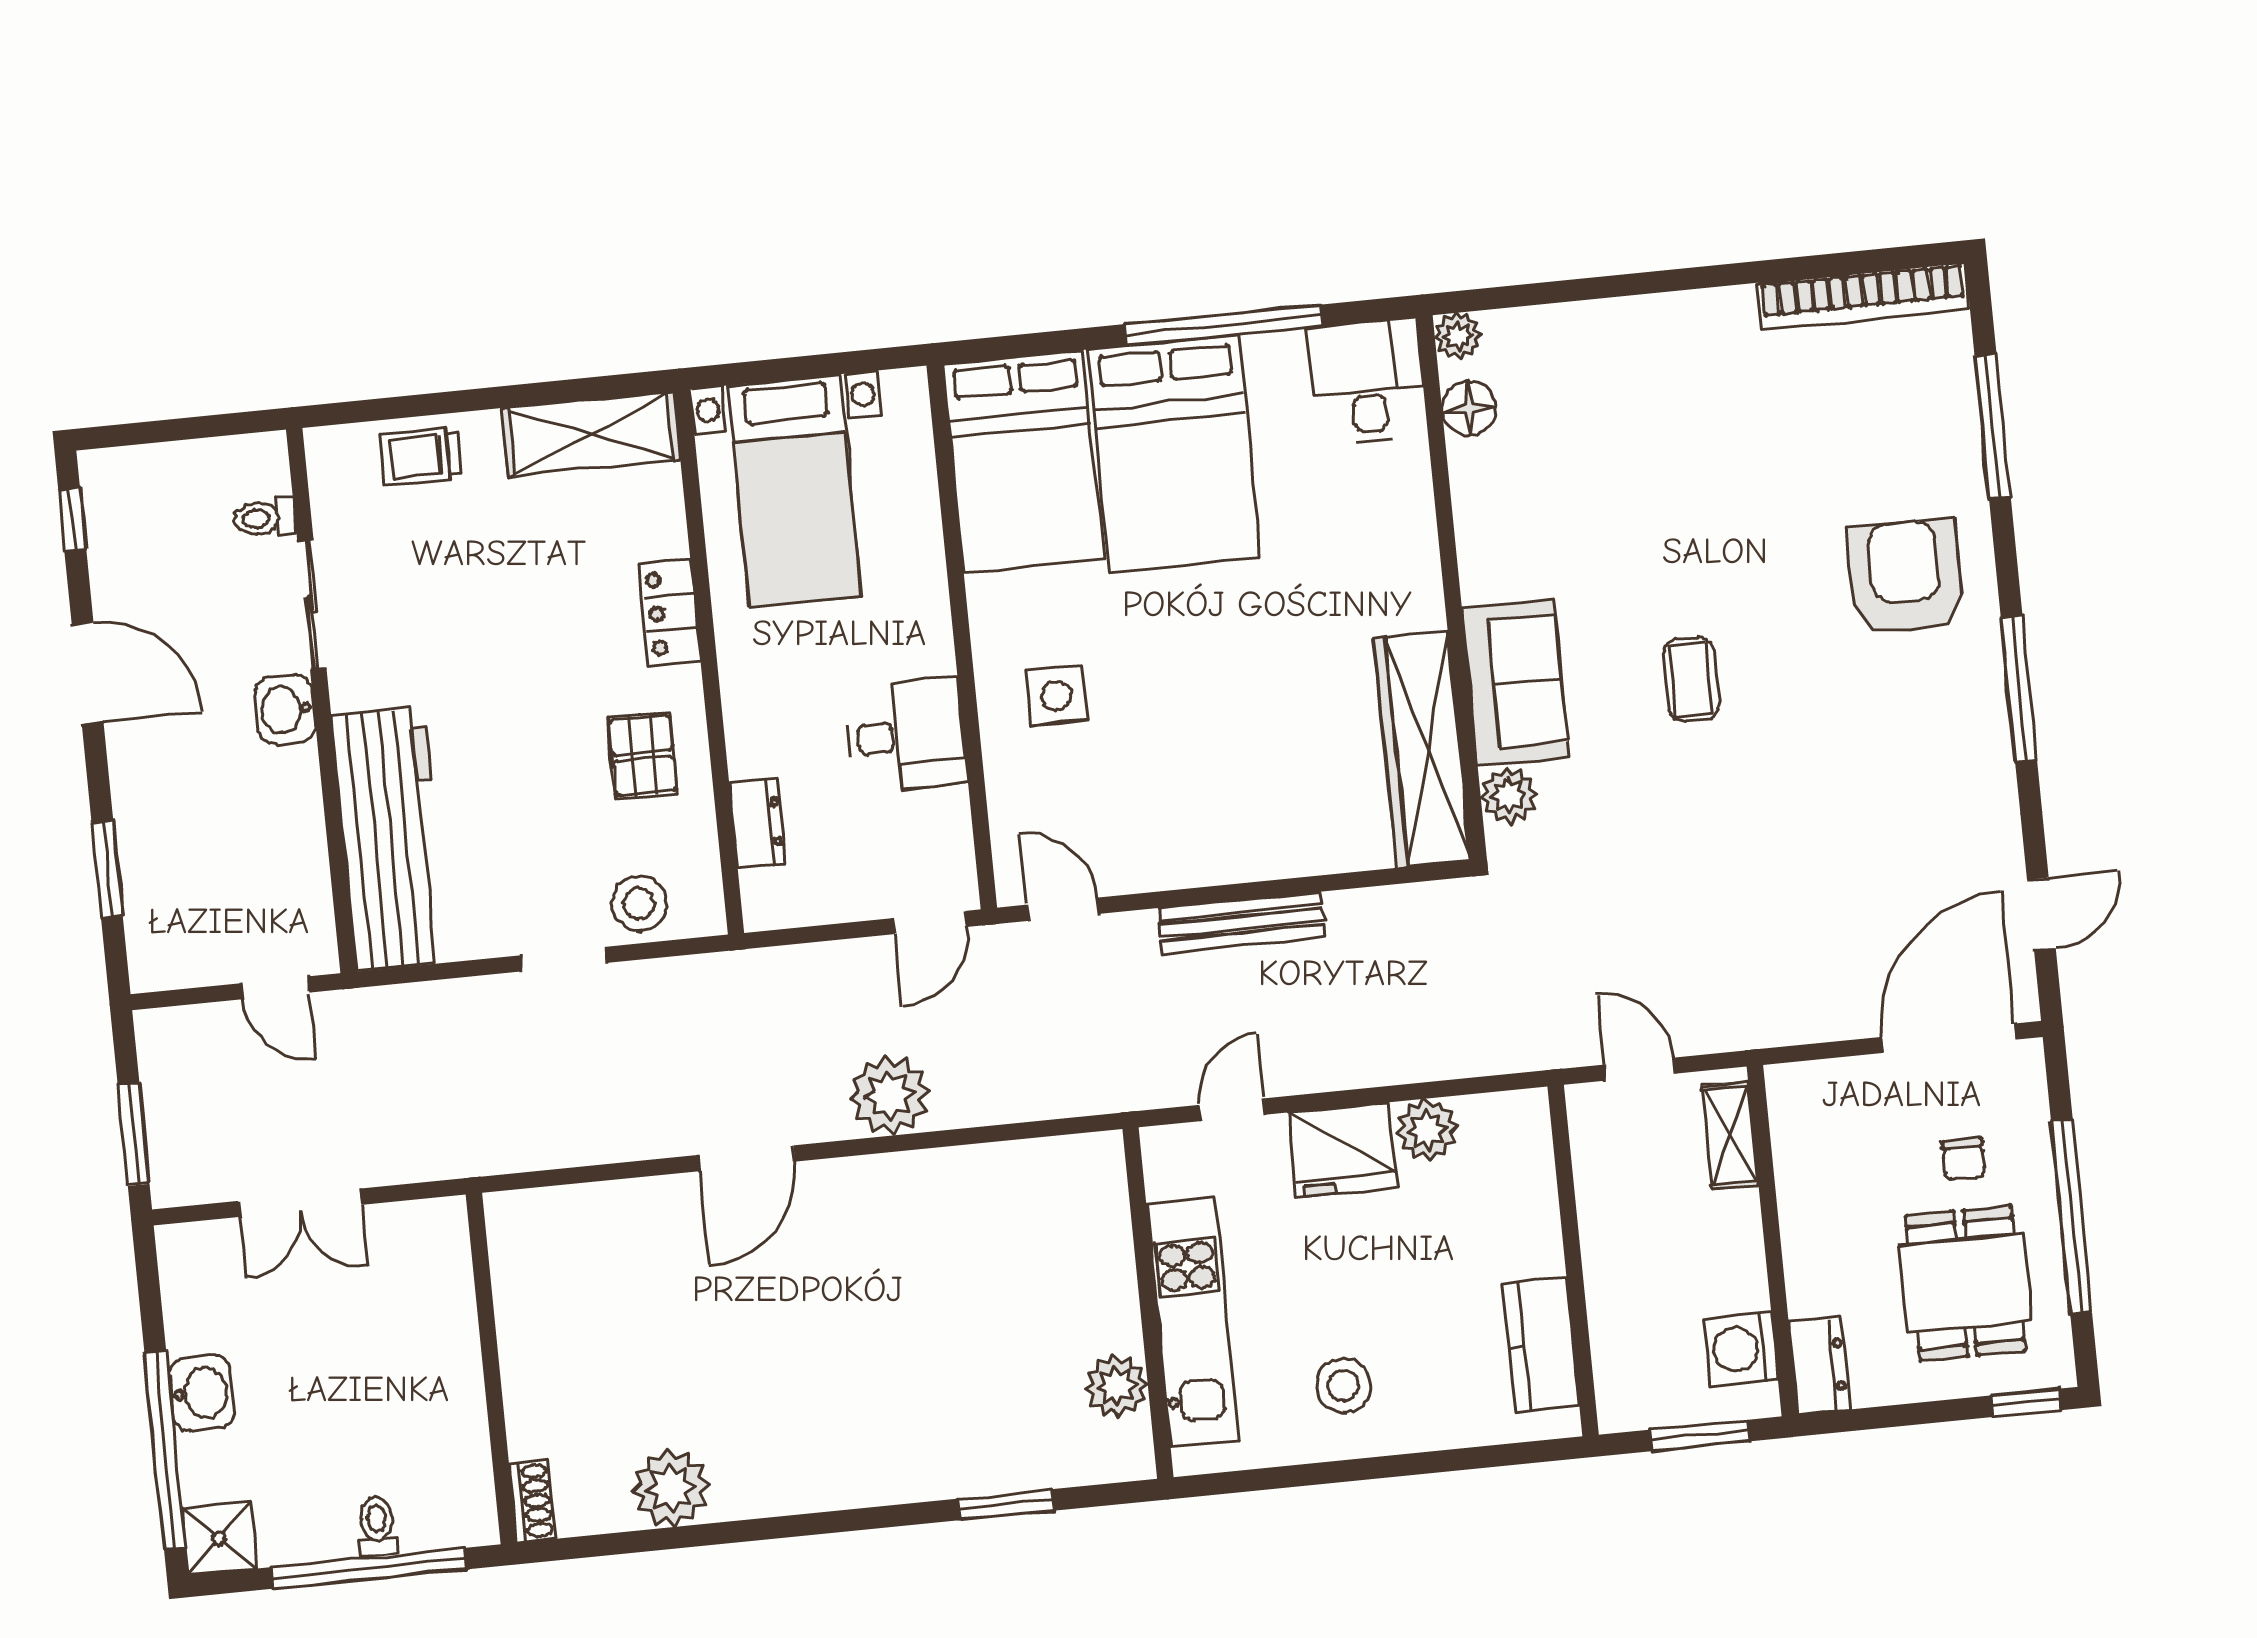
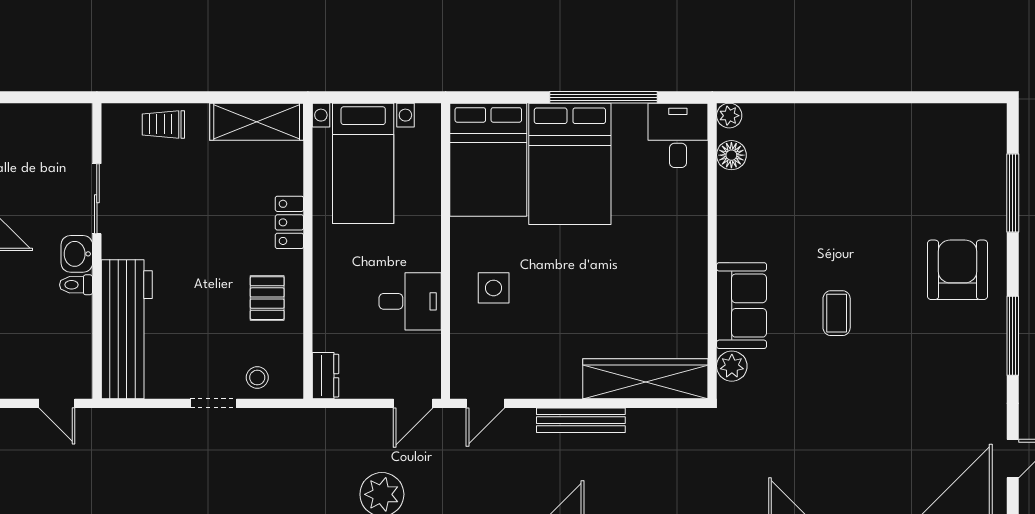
bookcase: (1863, 296) -> (950, 116), removed
toilet: (265, 518) -> (76, 285), moved
wardrobe: (1422, 749) -> (645, 379), moved, turned 90
dresser: (757, 823) -> (325, 376), moved
stool: (639, 904) -> (257, 378), width x0.73, depth x0.73
door: (1063, 909) -> (485, 403), swing flipped

